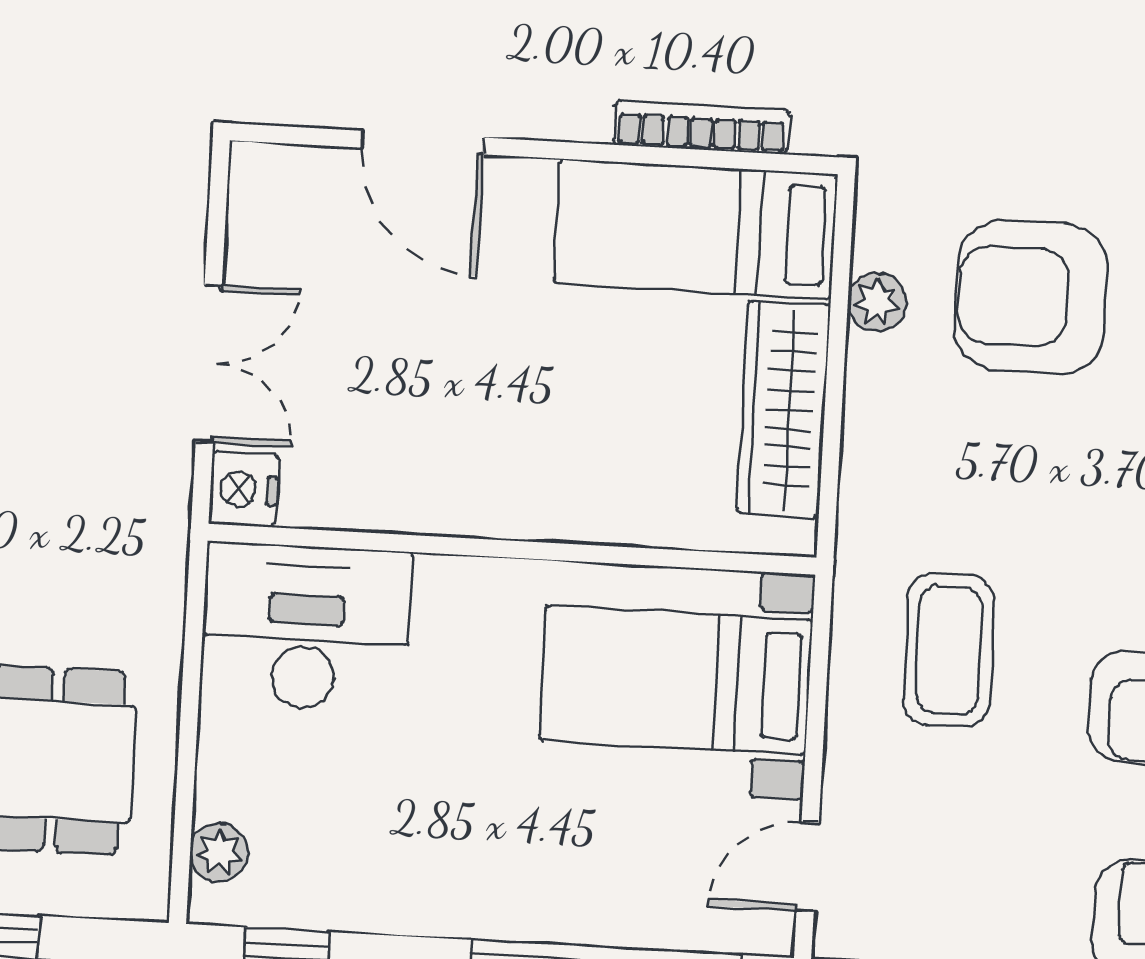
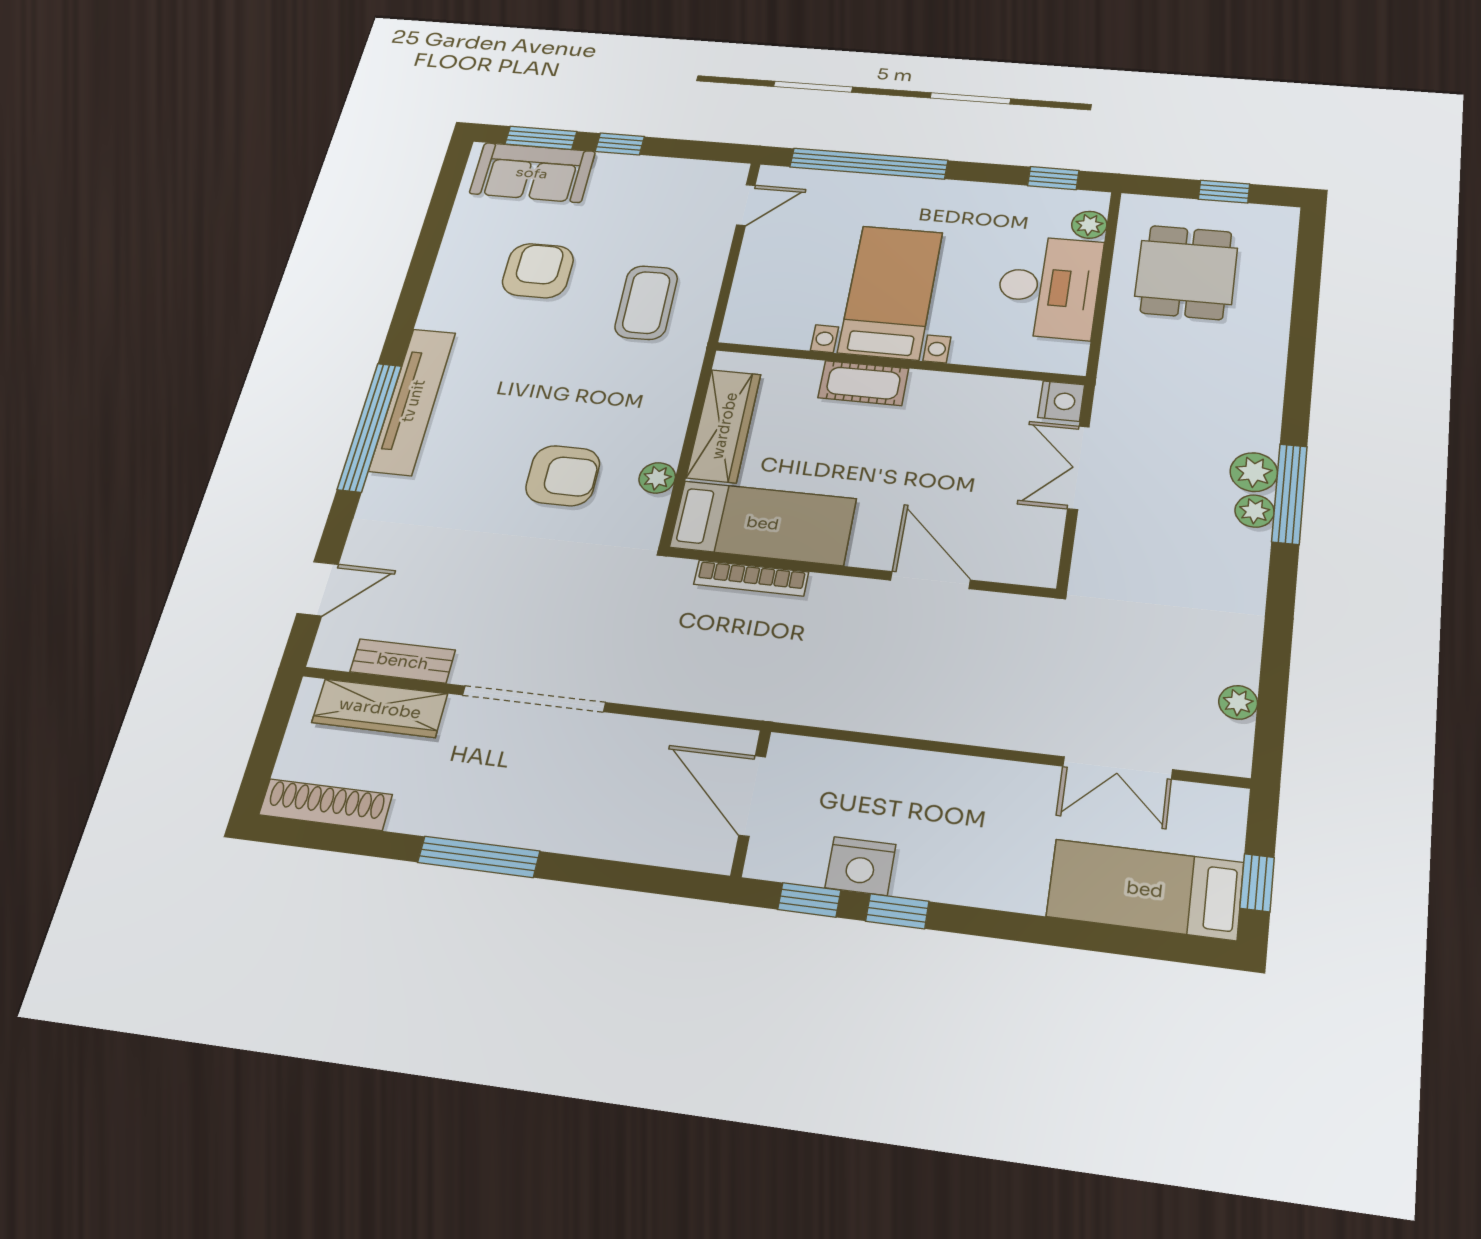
armchair: (1031, 297) -> (563, 476), width x0.73, depth x0.73
cot: (566, 506) -> (863, 383), added
desk: (306, 627) -> (1049, 287), moved, turned -90
bed with nightstands: (676, 680) -> (890, 292), moved, turned -90

